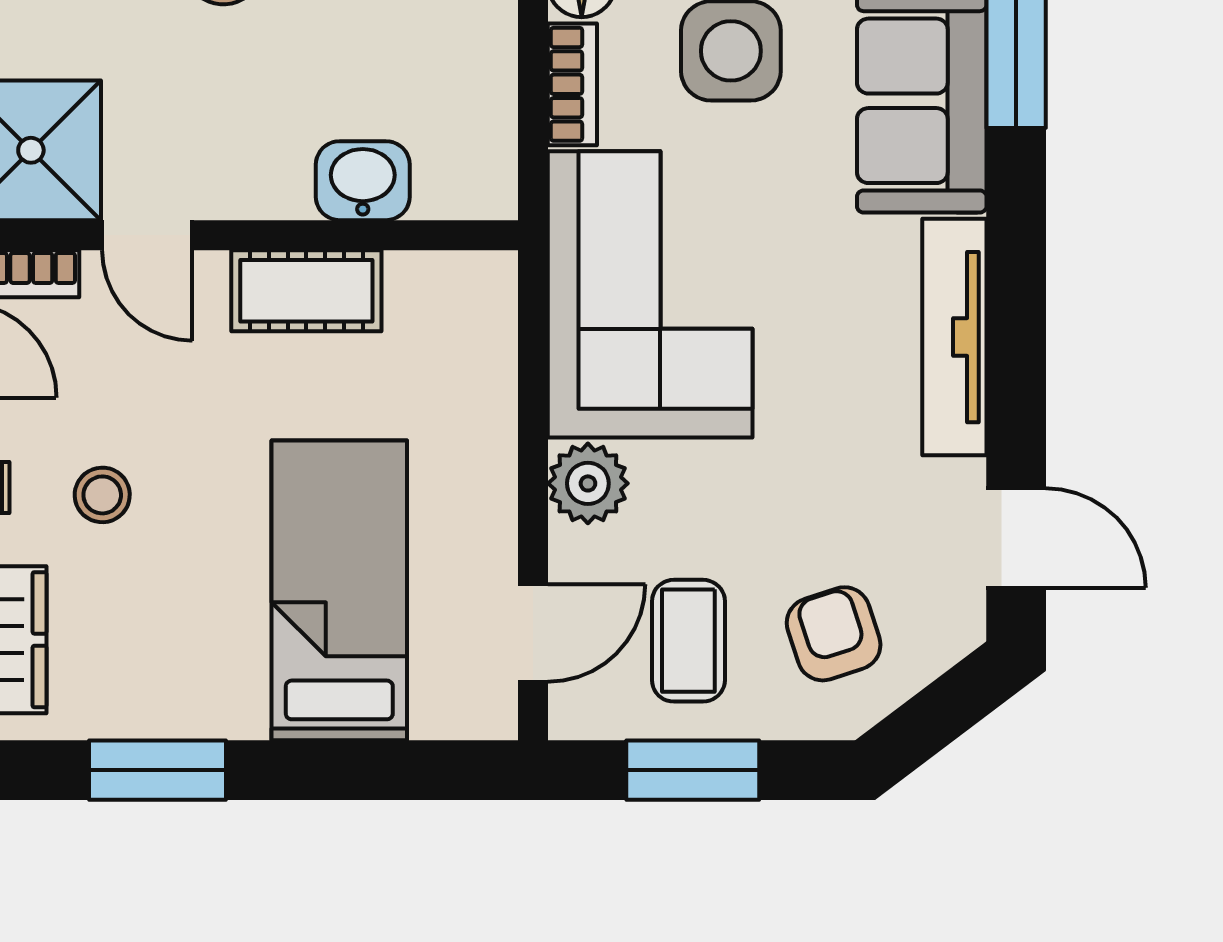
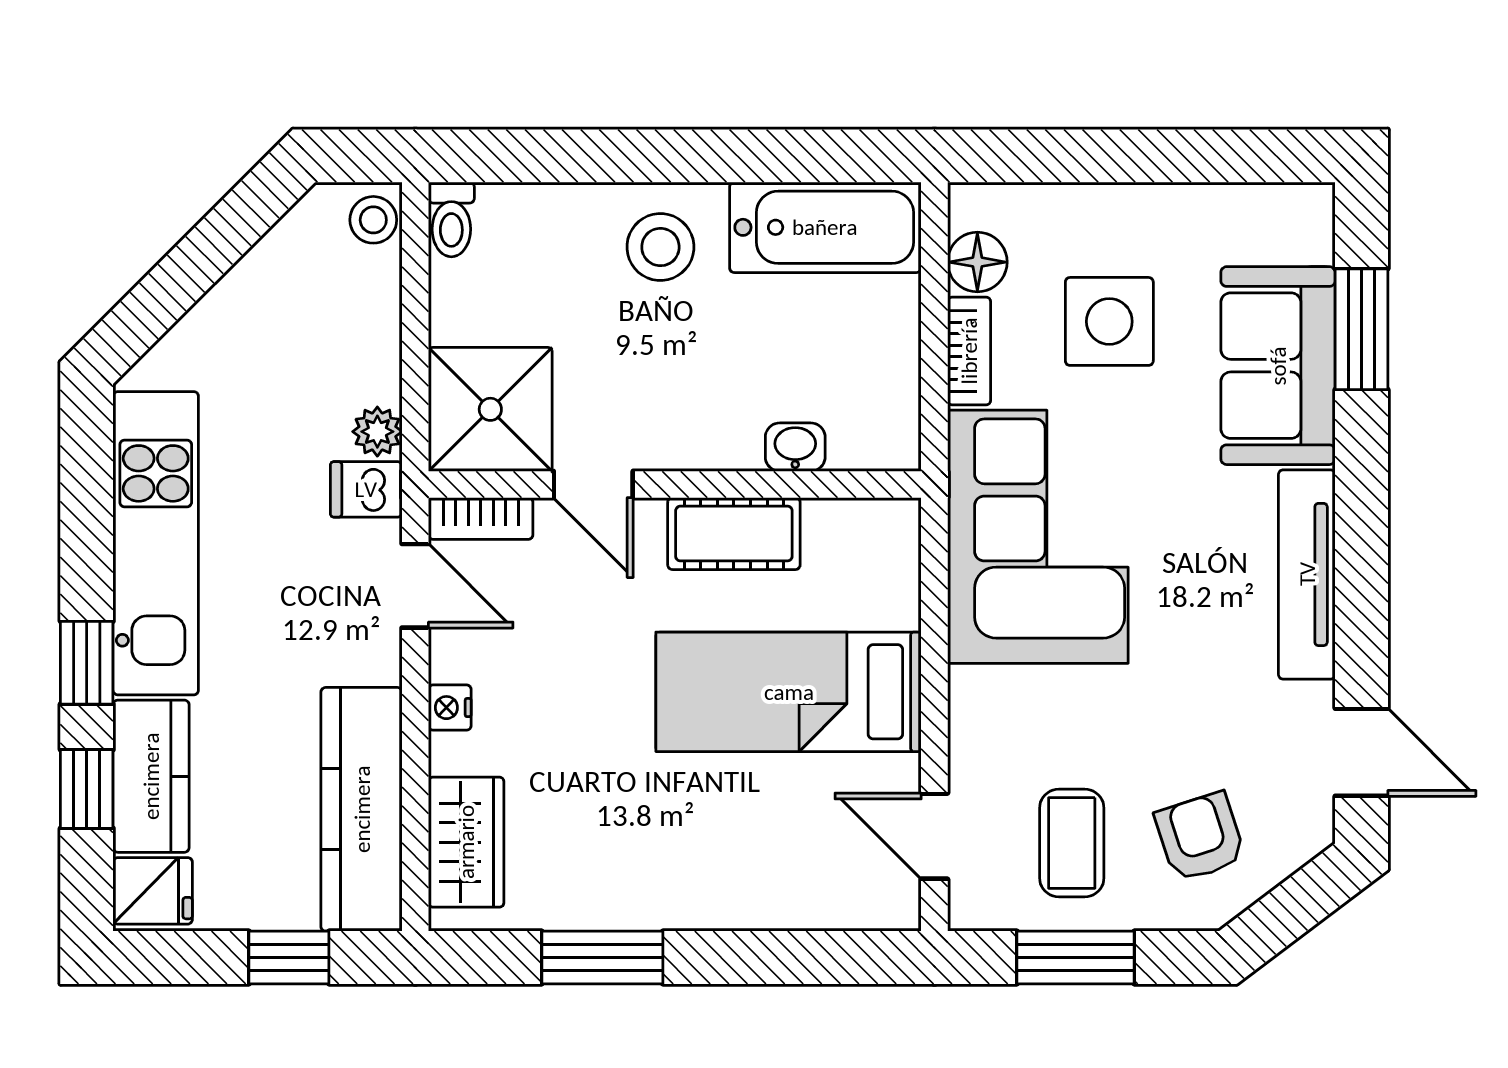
washbasin: (363, 181) -> (795, 447), width x0.72, depth x0.69
plant: (588, 483) -> (983, 704), removed
stool: (102, 495) -> (553, 714), removed
bed: (339, 590) -> (789, 692), moved, turned -90
door: (533, 633) -> (934, 836), swing flipped

